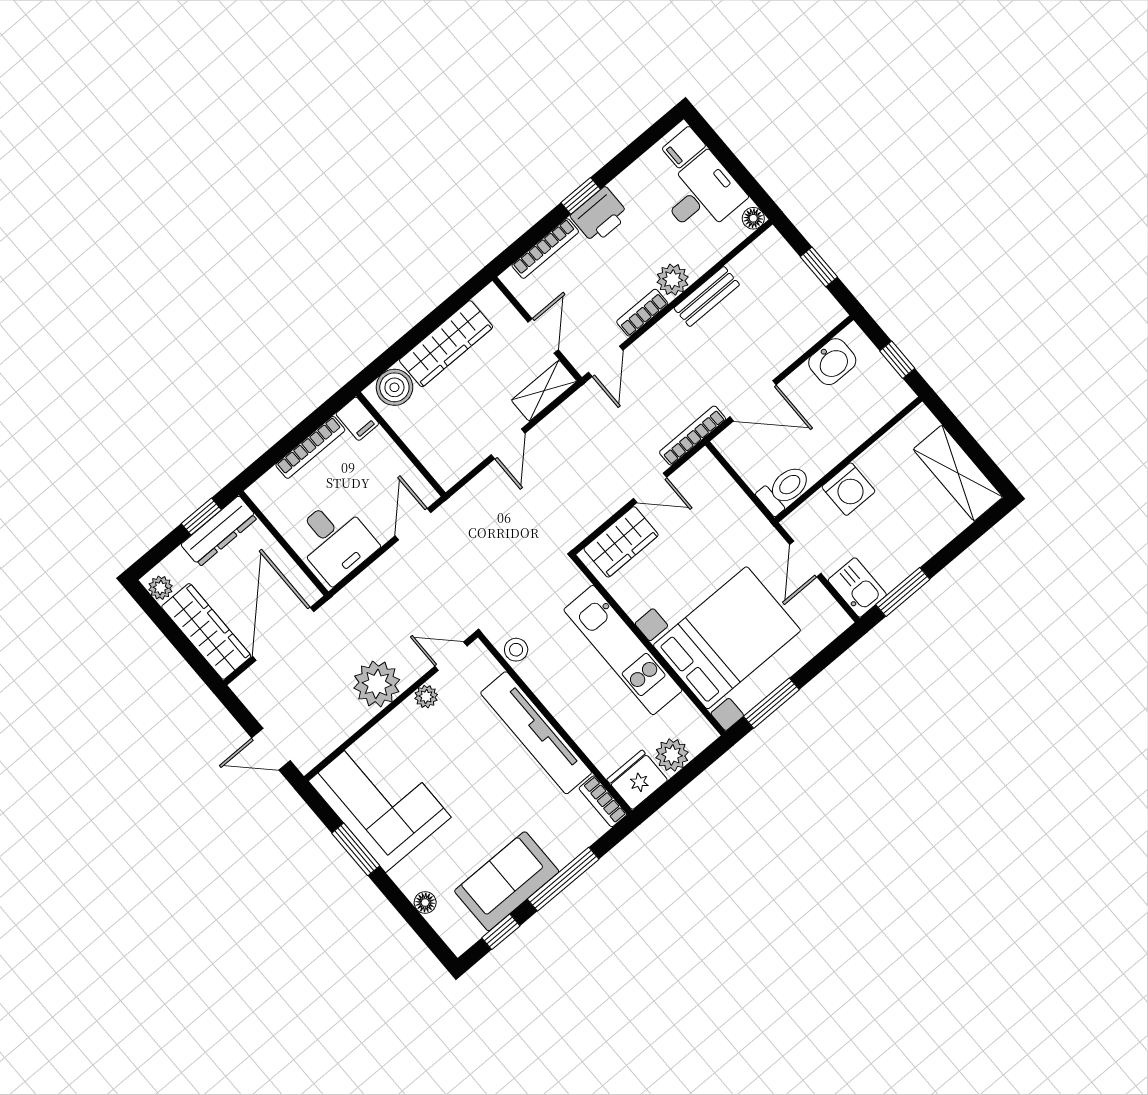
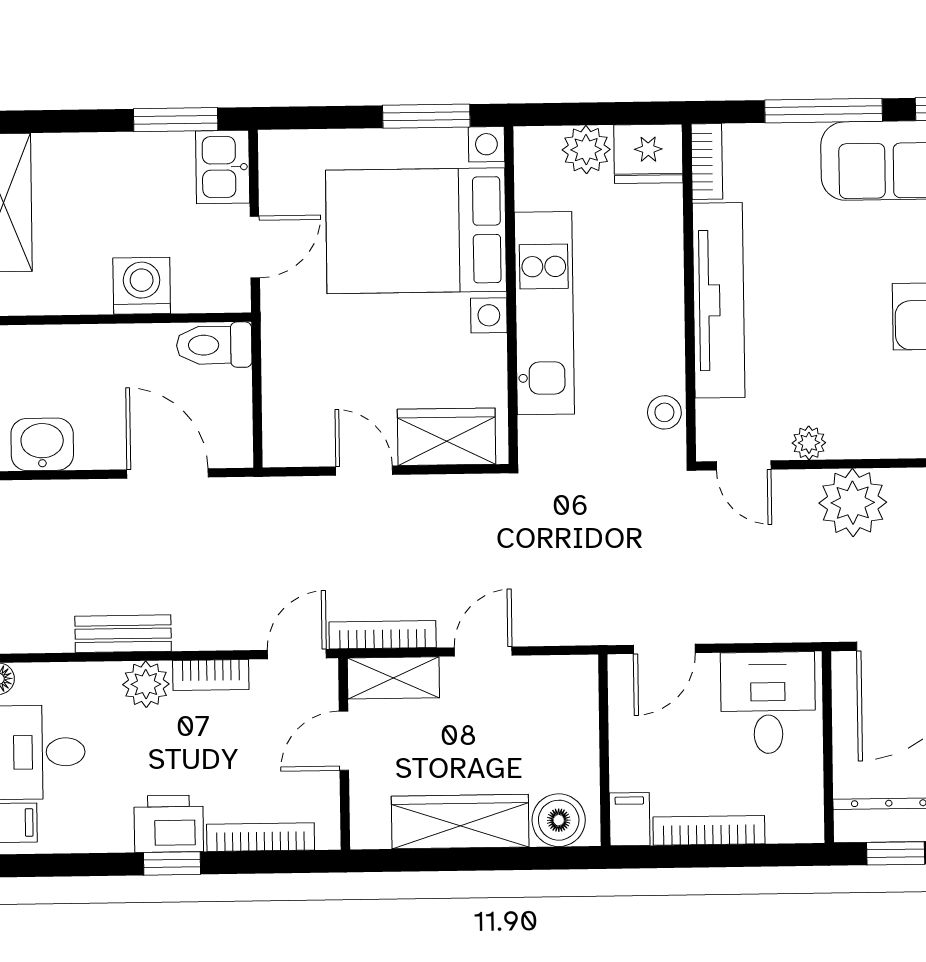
bookcase: (693, 436) -> (383, 635), moved, turned 180

